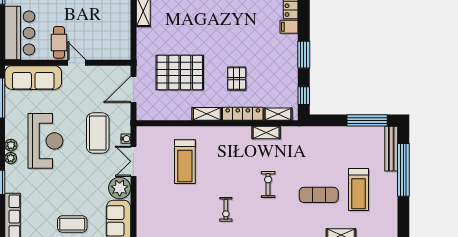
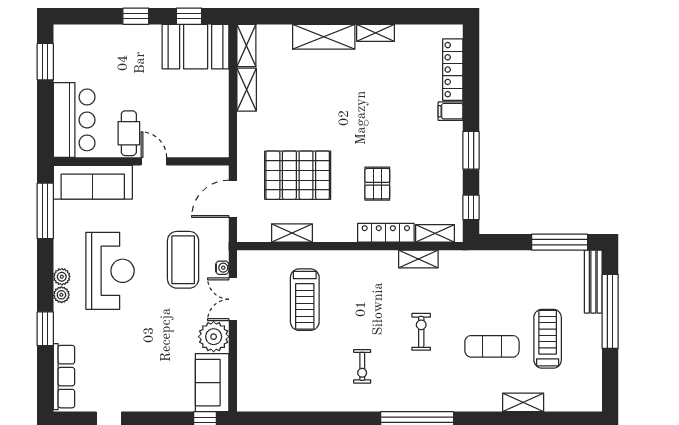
shelving: (207, 114) -> (292, 233), moved
treadmill: (359, 190) -> (548, 339), turned 180
coffee table: (72, 224) -> (147, 387), removed

